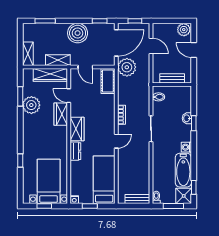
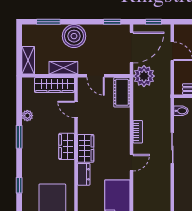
boiler: (78, 33) -> (74, 36), moved
window: (20, 96) -> (19, 137), moved
plant: (31, 105) -> (27, 116), width x0.53, depth x0.53
wardrobe: (61, 114) -> (67, 146), moved

